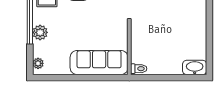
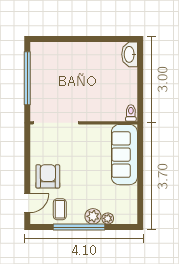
plant: (38, 63) -> (108, 218), moved

